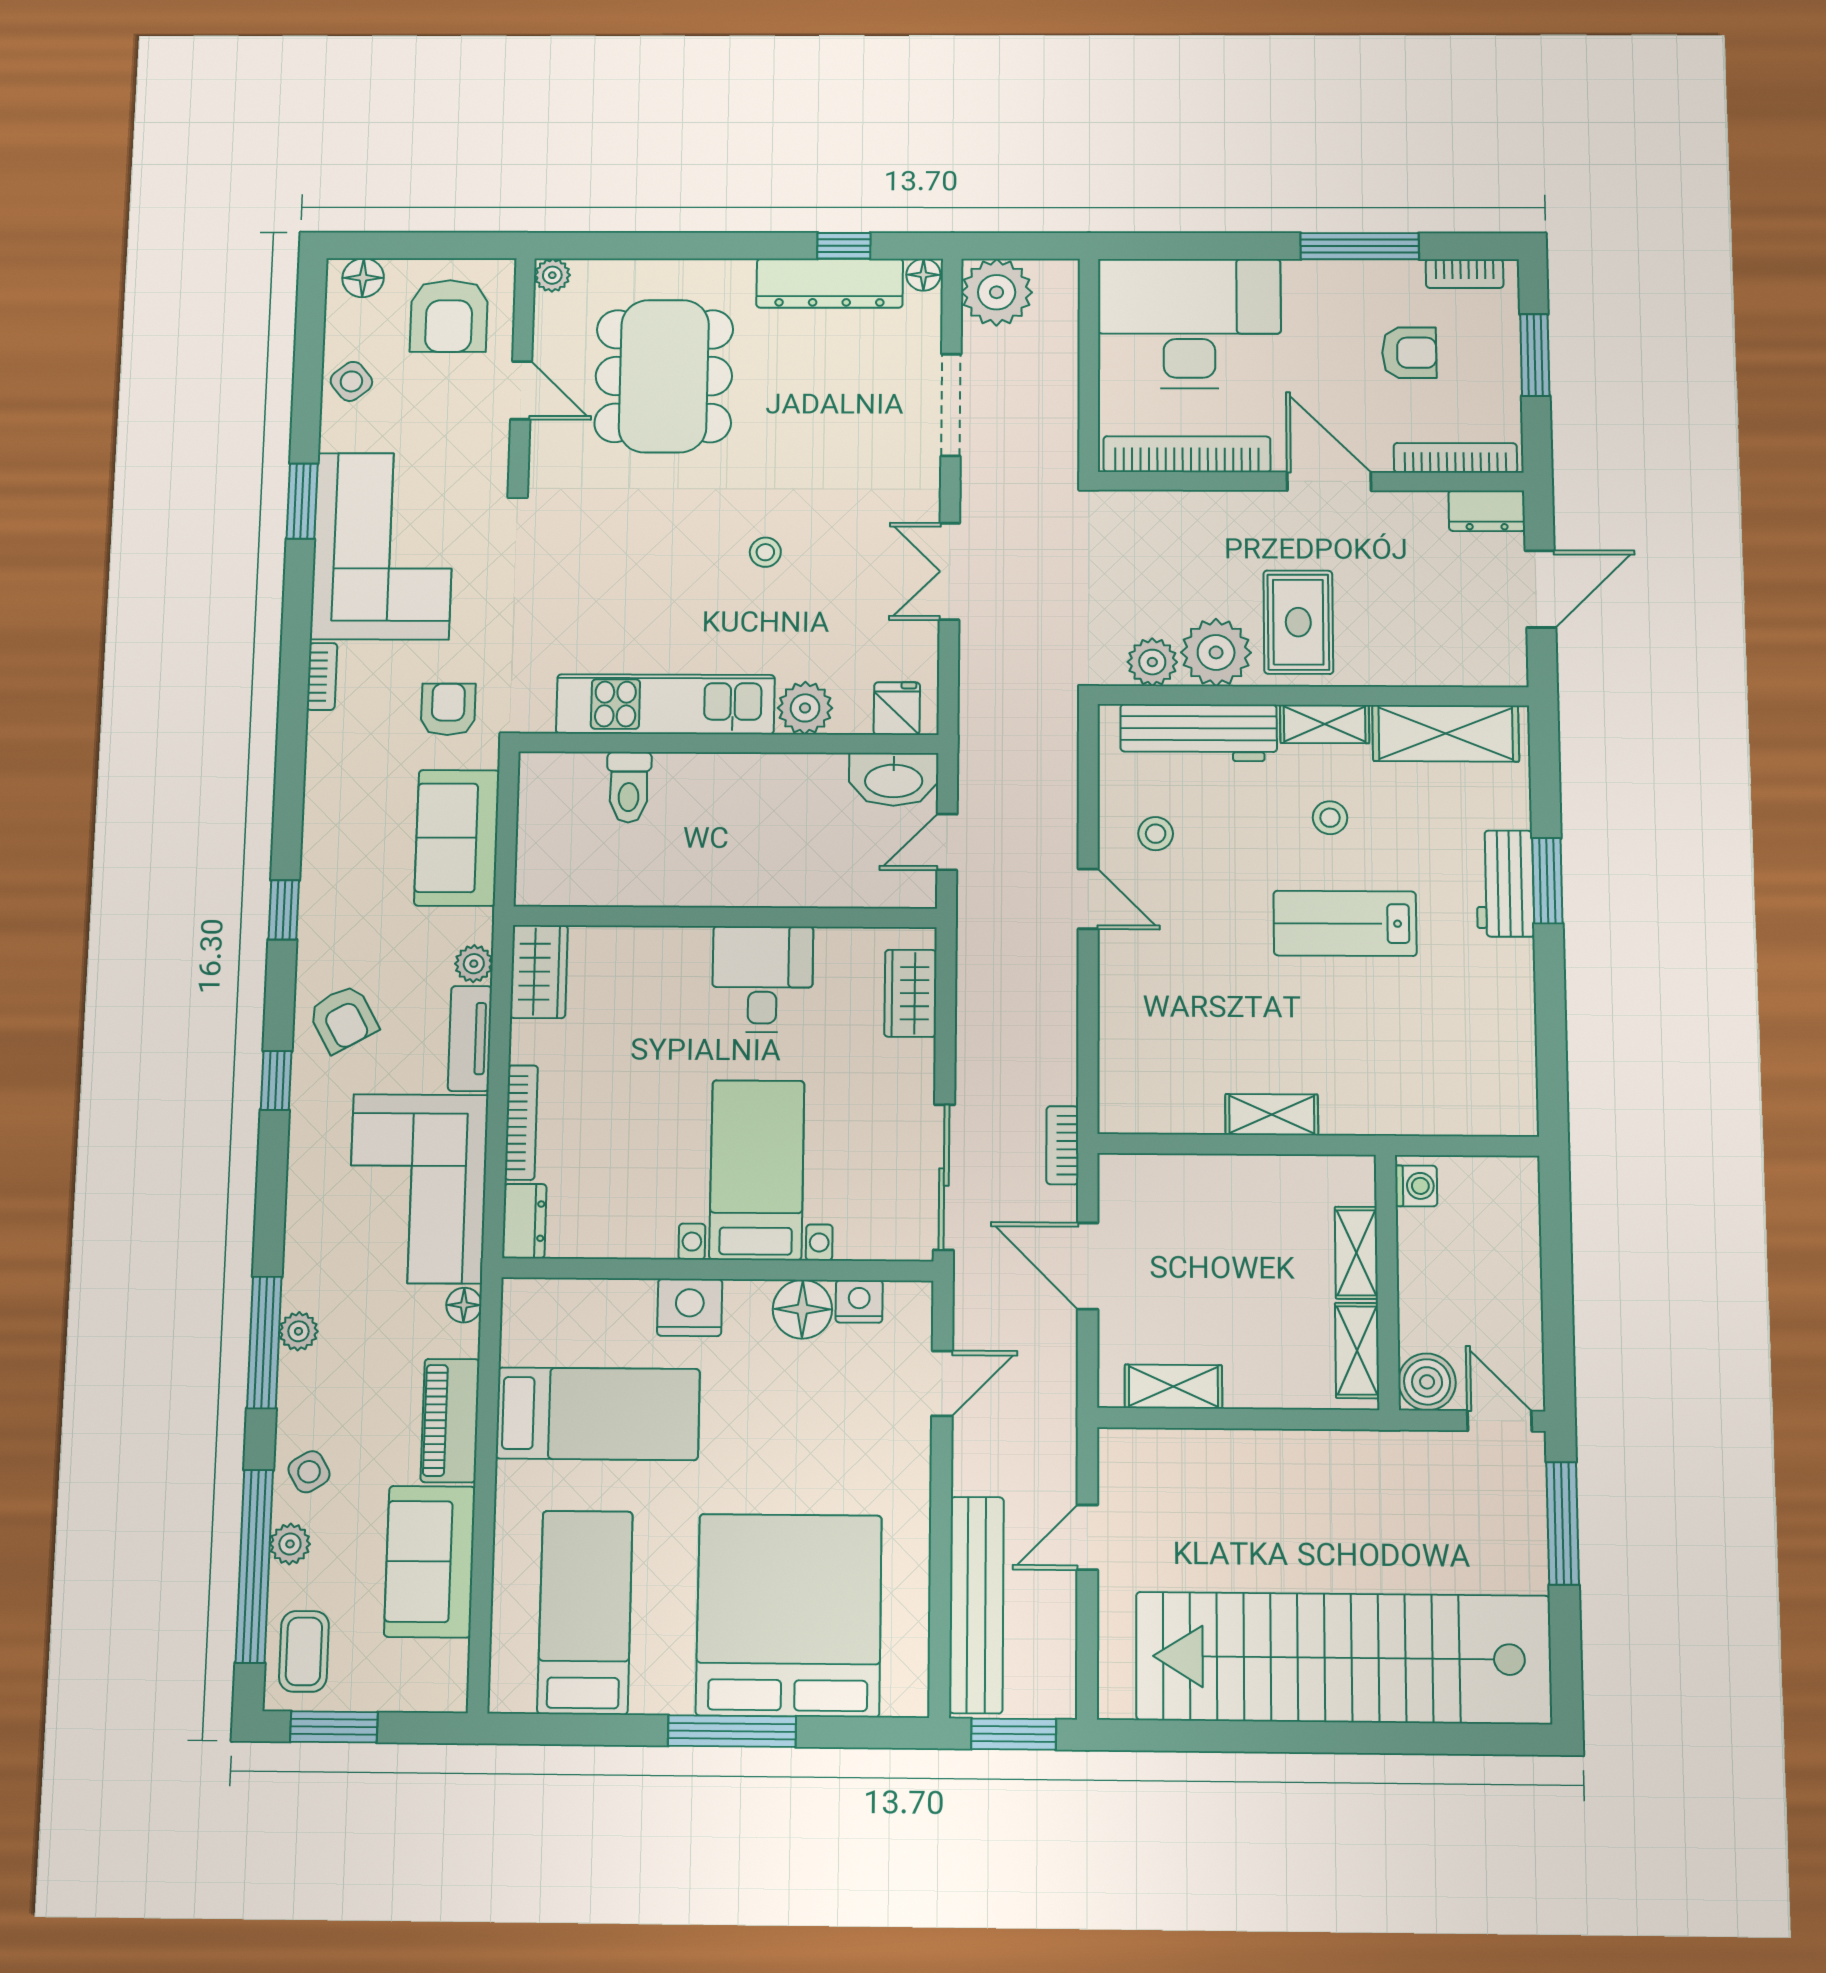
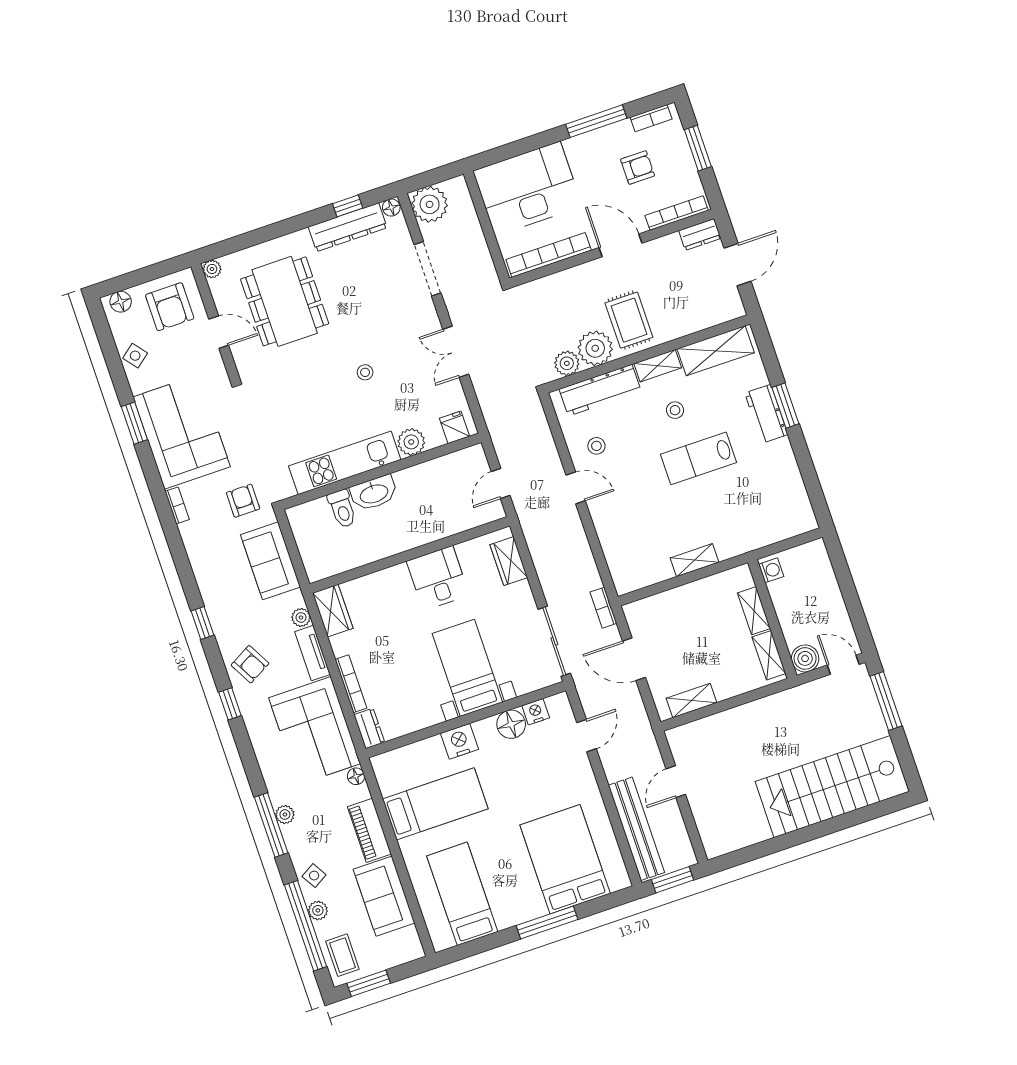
washbasin: (894, 779) -> (374, 493), moved
bed: (789, 1615) -> (565, 859), width x0.73
stairs: (1343, 1658) -> (832, 787), width x0.73

